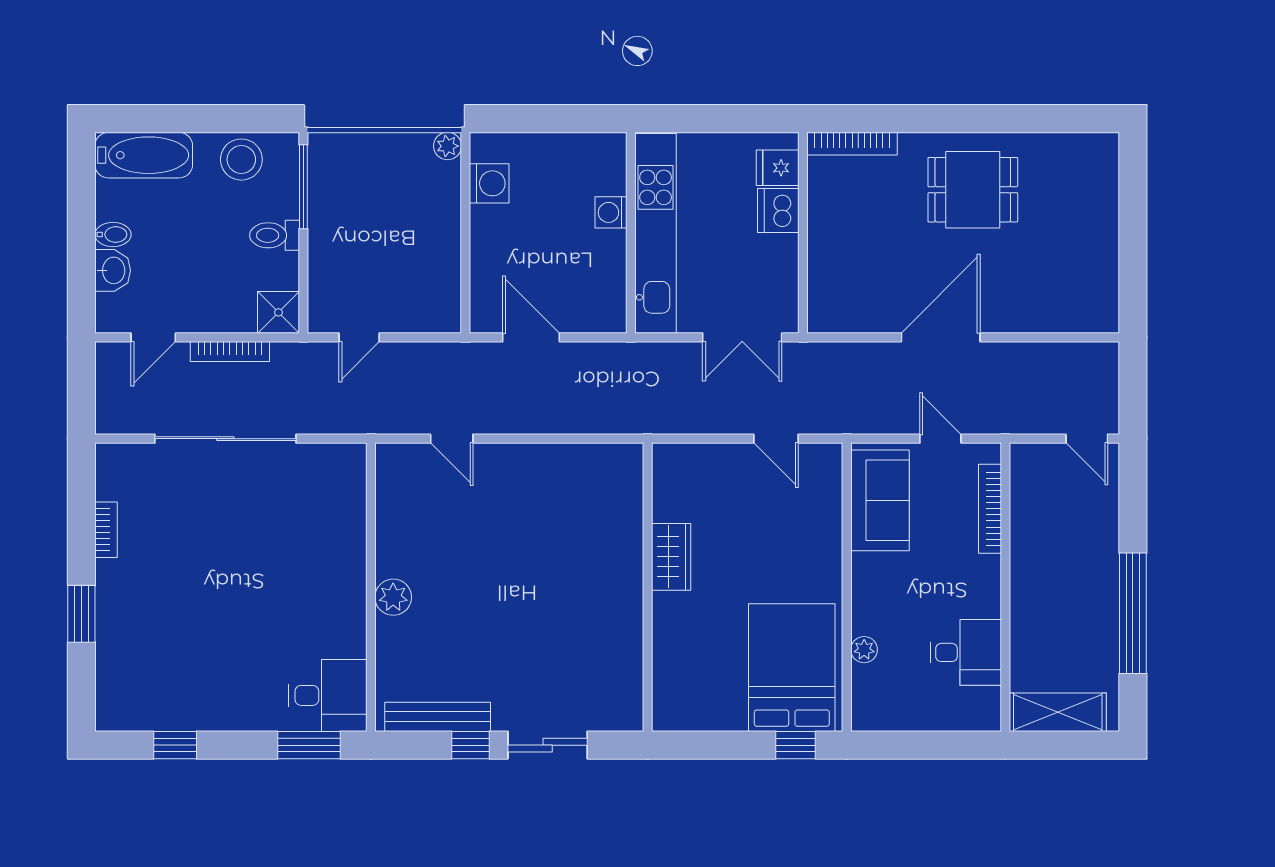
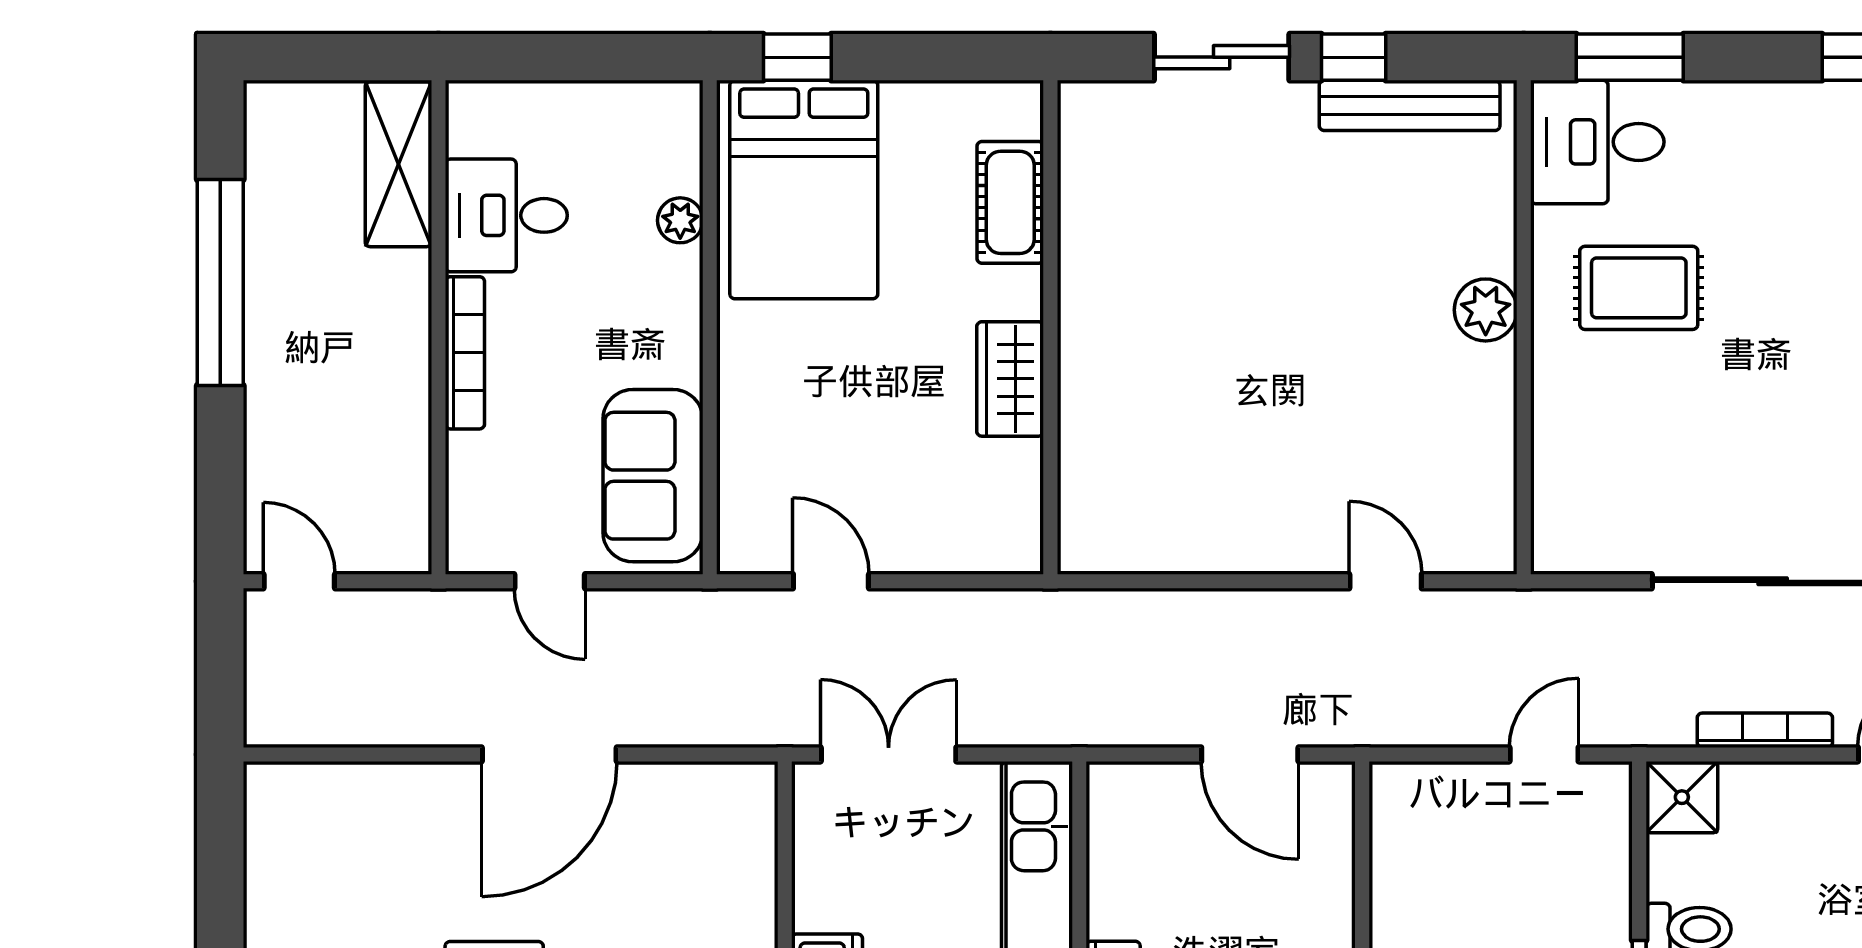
bookcase: (990, 509) -> (465, 353), moved
rug: (304, 610) -> (1639, 288), added
cot: (671, 660) -> (1010, 202), added
shelving: (1058, 712) -> (398, 164), moved, turned 90

